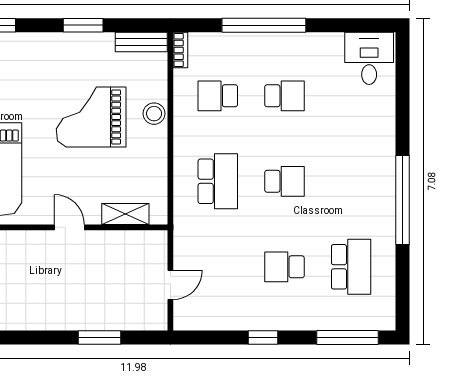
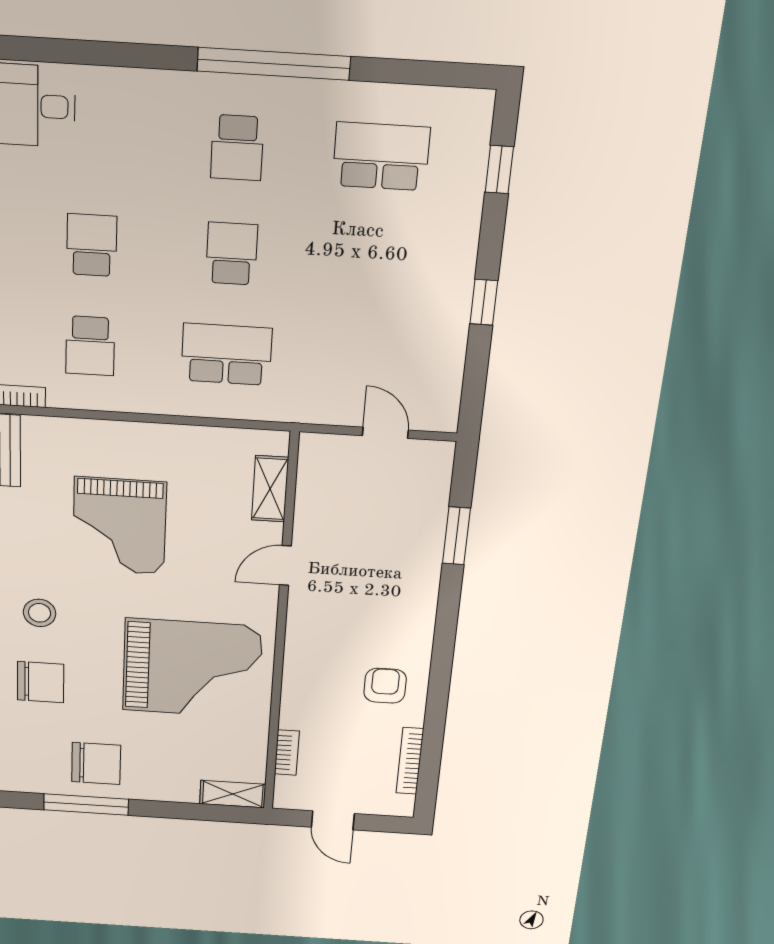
stool: (154, 114) -> (40, 613), moved
school desk: (284, 267) -> (237, 148), moved
window: (348, 337) -> (499, 169), width x0.46

